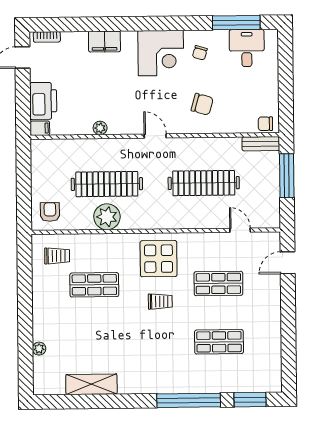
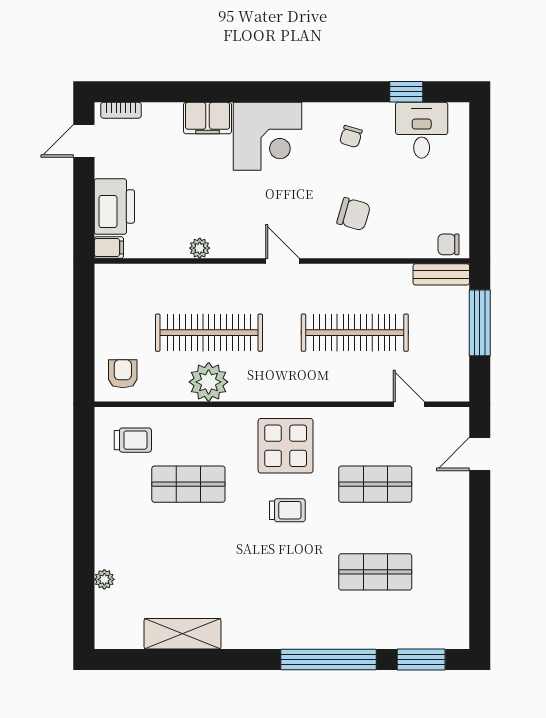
window: (236, 23) -> (406, 92), width x0.46
corner desk: (161, 53) -> (268, 136), moved

